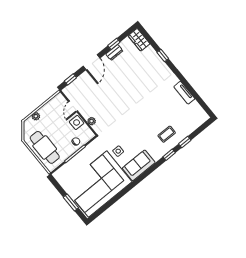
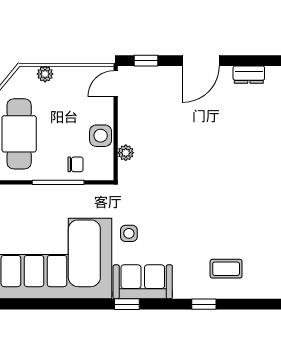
window: (114, 44) -> (259, 61), removed
door: (73, 106) -> (116, 84), moved
window: (185, 142) -> (127, 304), moved

